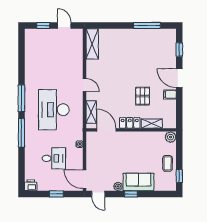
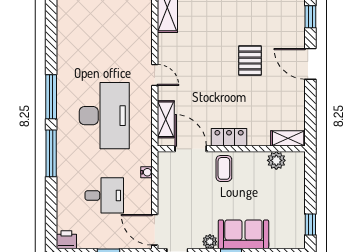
filing cabinet: (170, 94) -> (295, 91), removed
pallet: (143, 96) -> (250, 61), moved
desk: (54, 110) -> (104, 116), turned 180
shelving: (152, 124) -> (288, 138), moved
plant: (171, 137) -> (276, 160), moved
coffee table: (168, 163) -> (224, 168), moved

